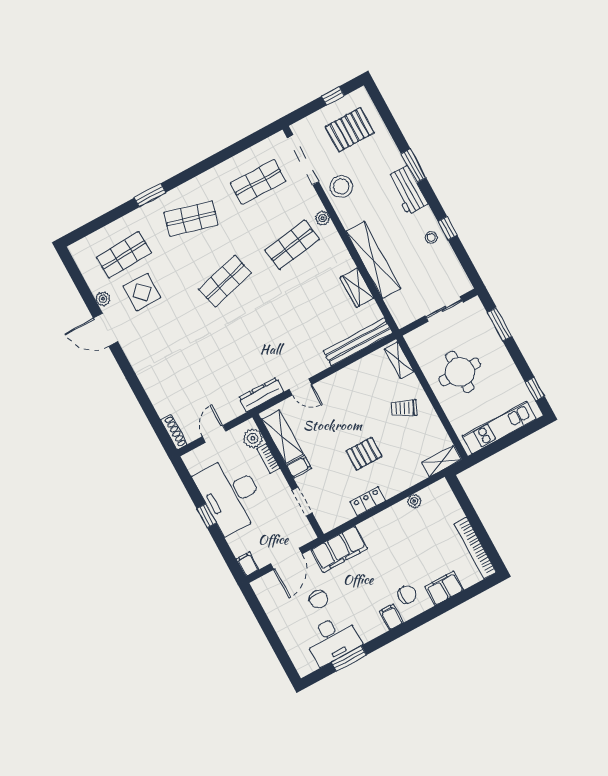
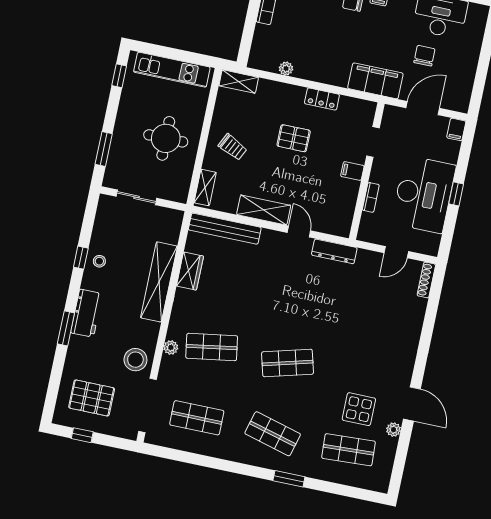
shelving: (282, 437) -> (264, 210), moved, turned 90
plant: (253, 438) -> (369, 223), removed

